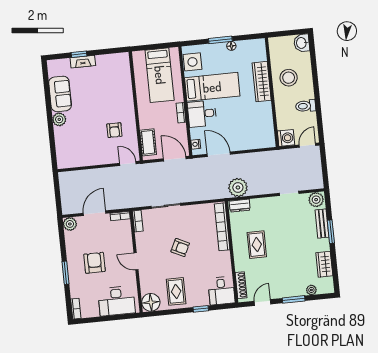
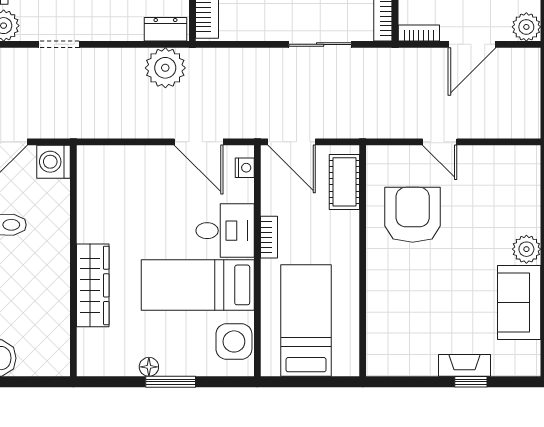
stool: (289, 78) -> (35, 288), removed
armchair: (114, 130) -> (413, 215), width x1.88, depth x1.88
door: (128, 163) -> (440, 142), moved

